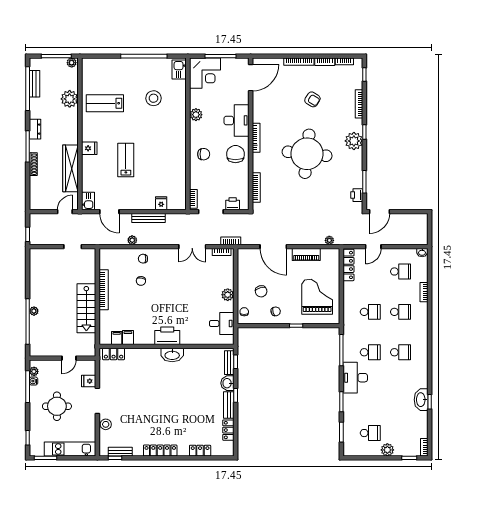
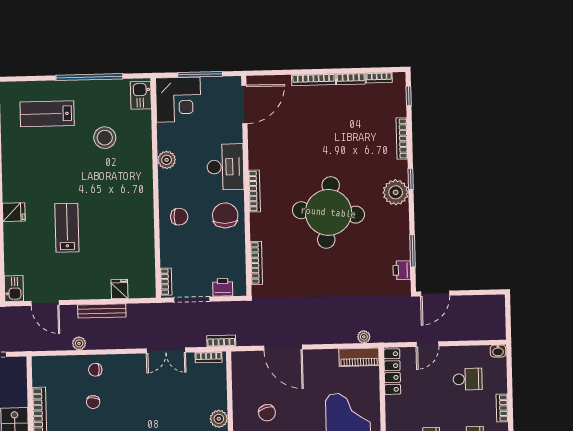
armchair: (312, 99) -> (334, 134), removed
lab bench: (105, 103) -> (47, 114), moved
piano: (306, 254) -> (359, 357), moved

